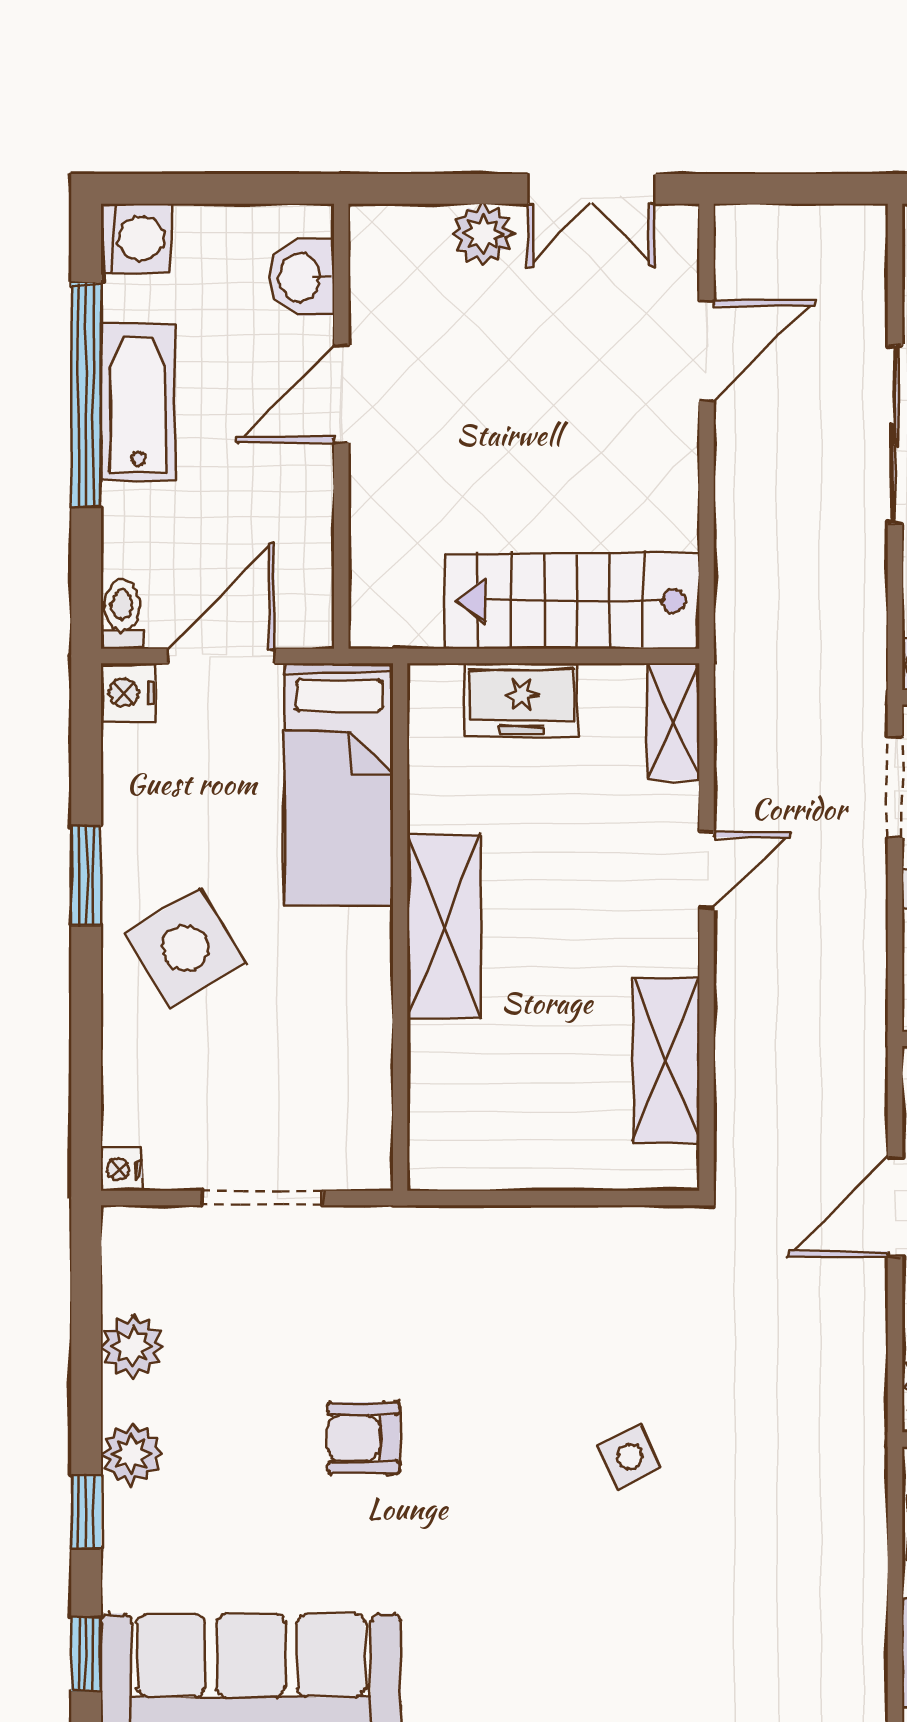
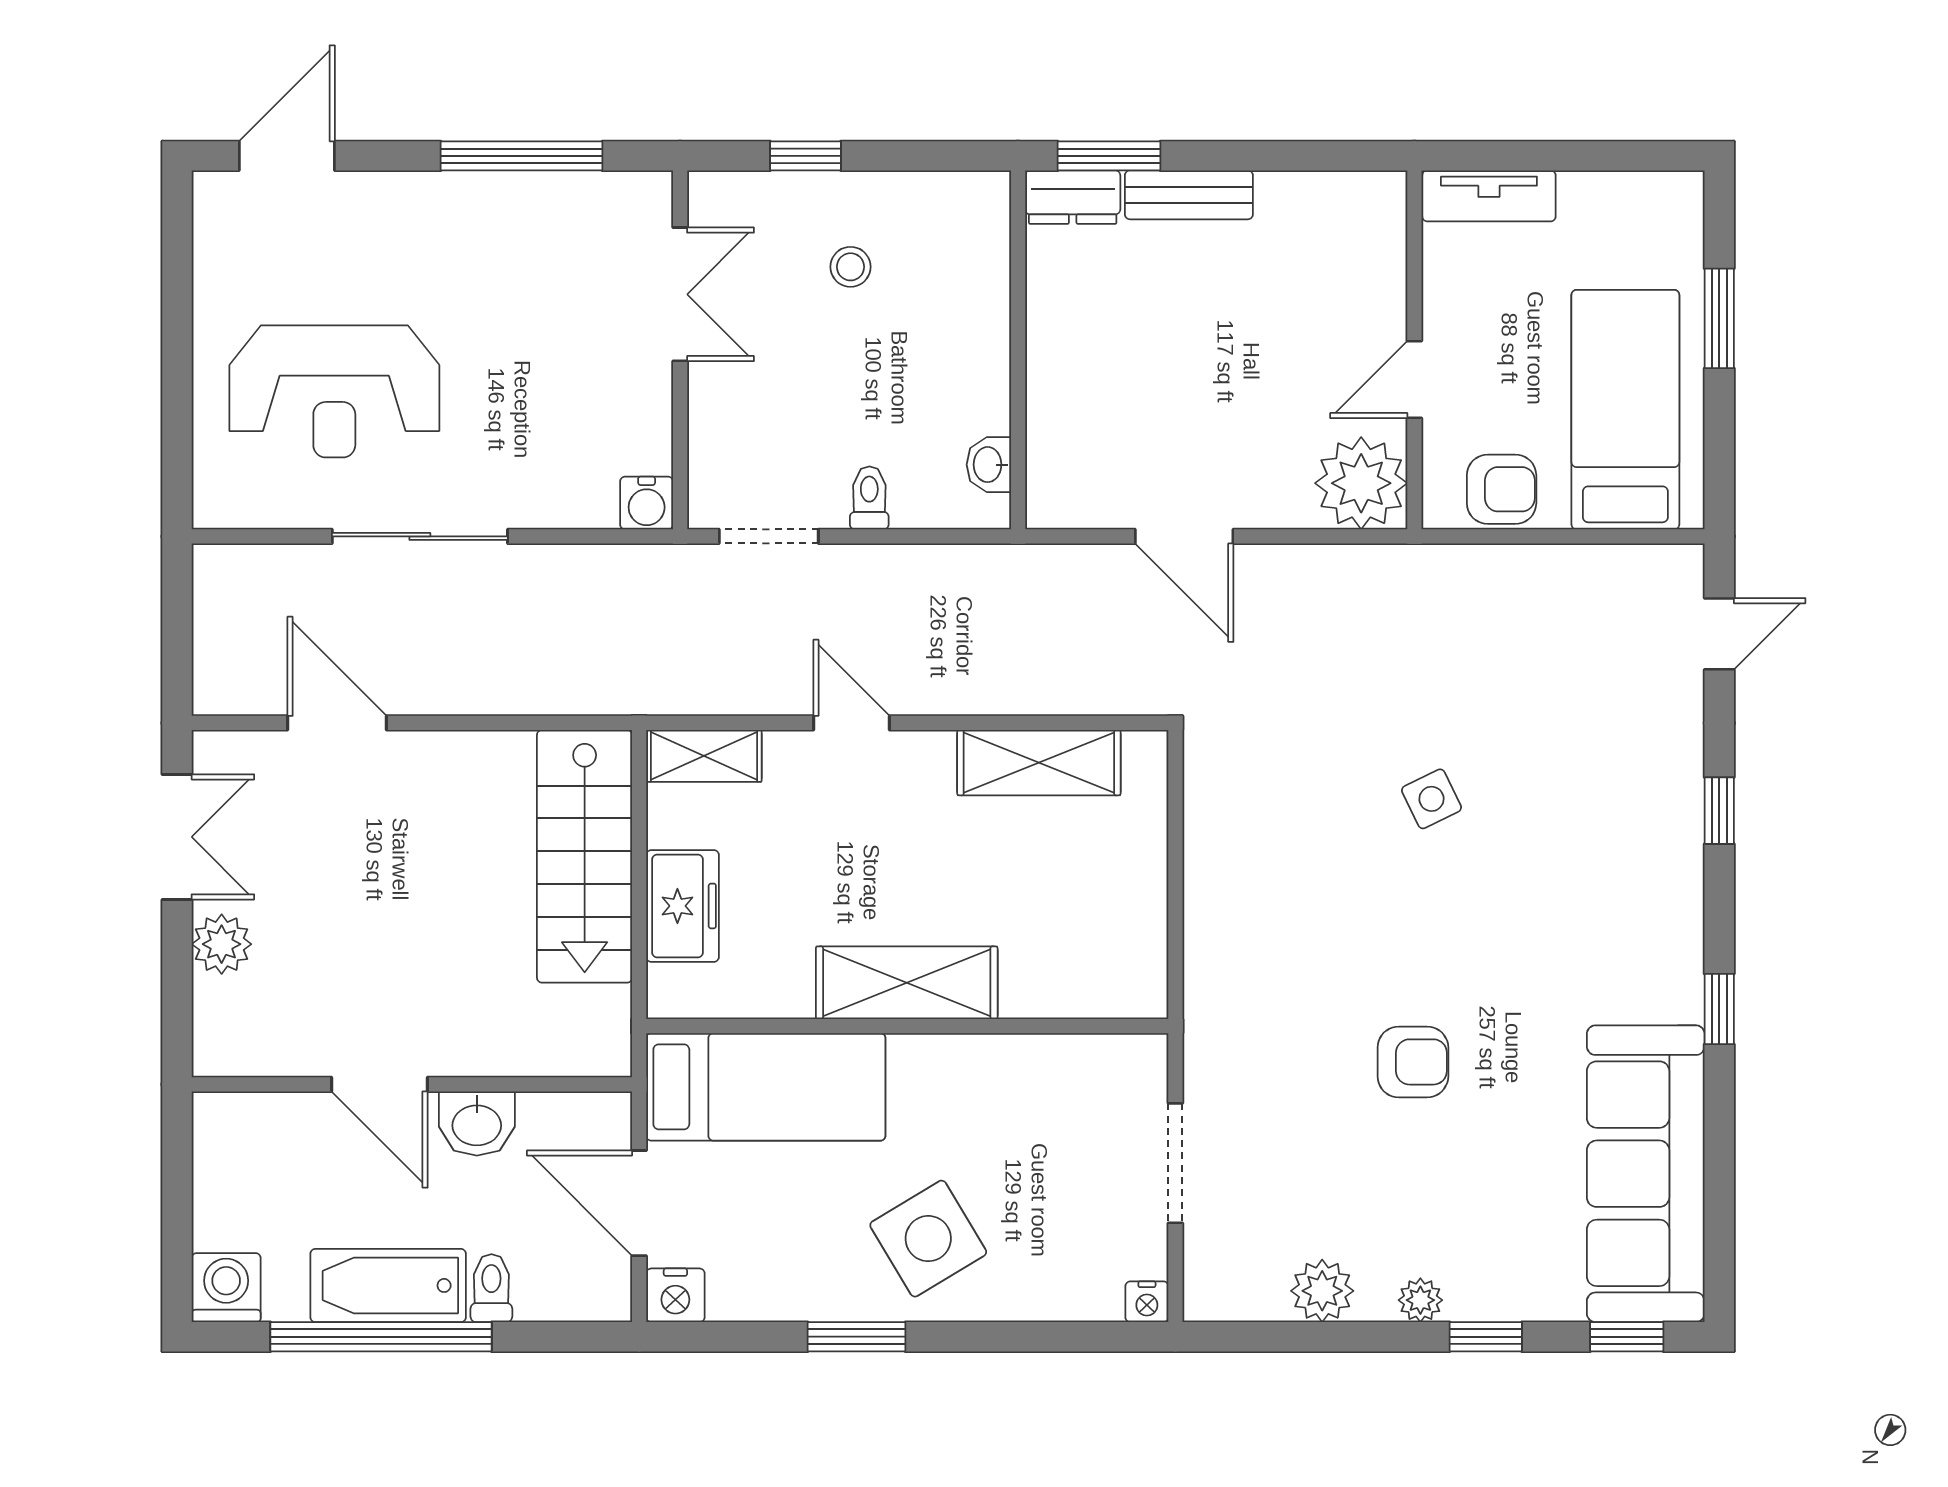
washbasin: (302, 277) -> (477, 1124), moved
toilet: (122, 615) -> (491, 1288), moved, turned 90
armchair: (364, 1438) -> (1413, 1062), turned -90
plant: (131, 1454) -> (1420, 1300), width x0.73, depth x0.73

